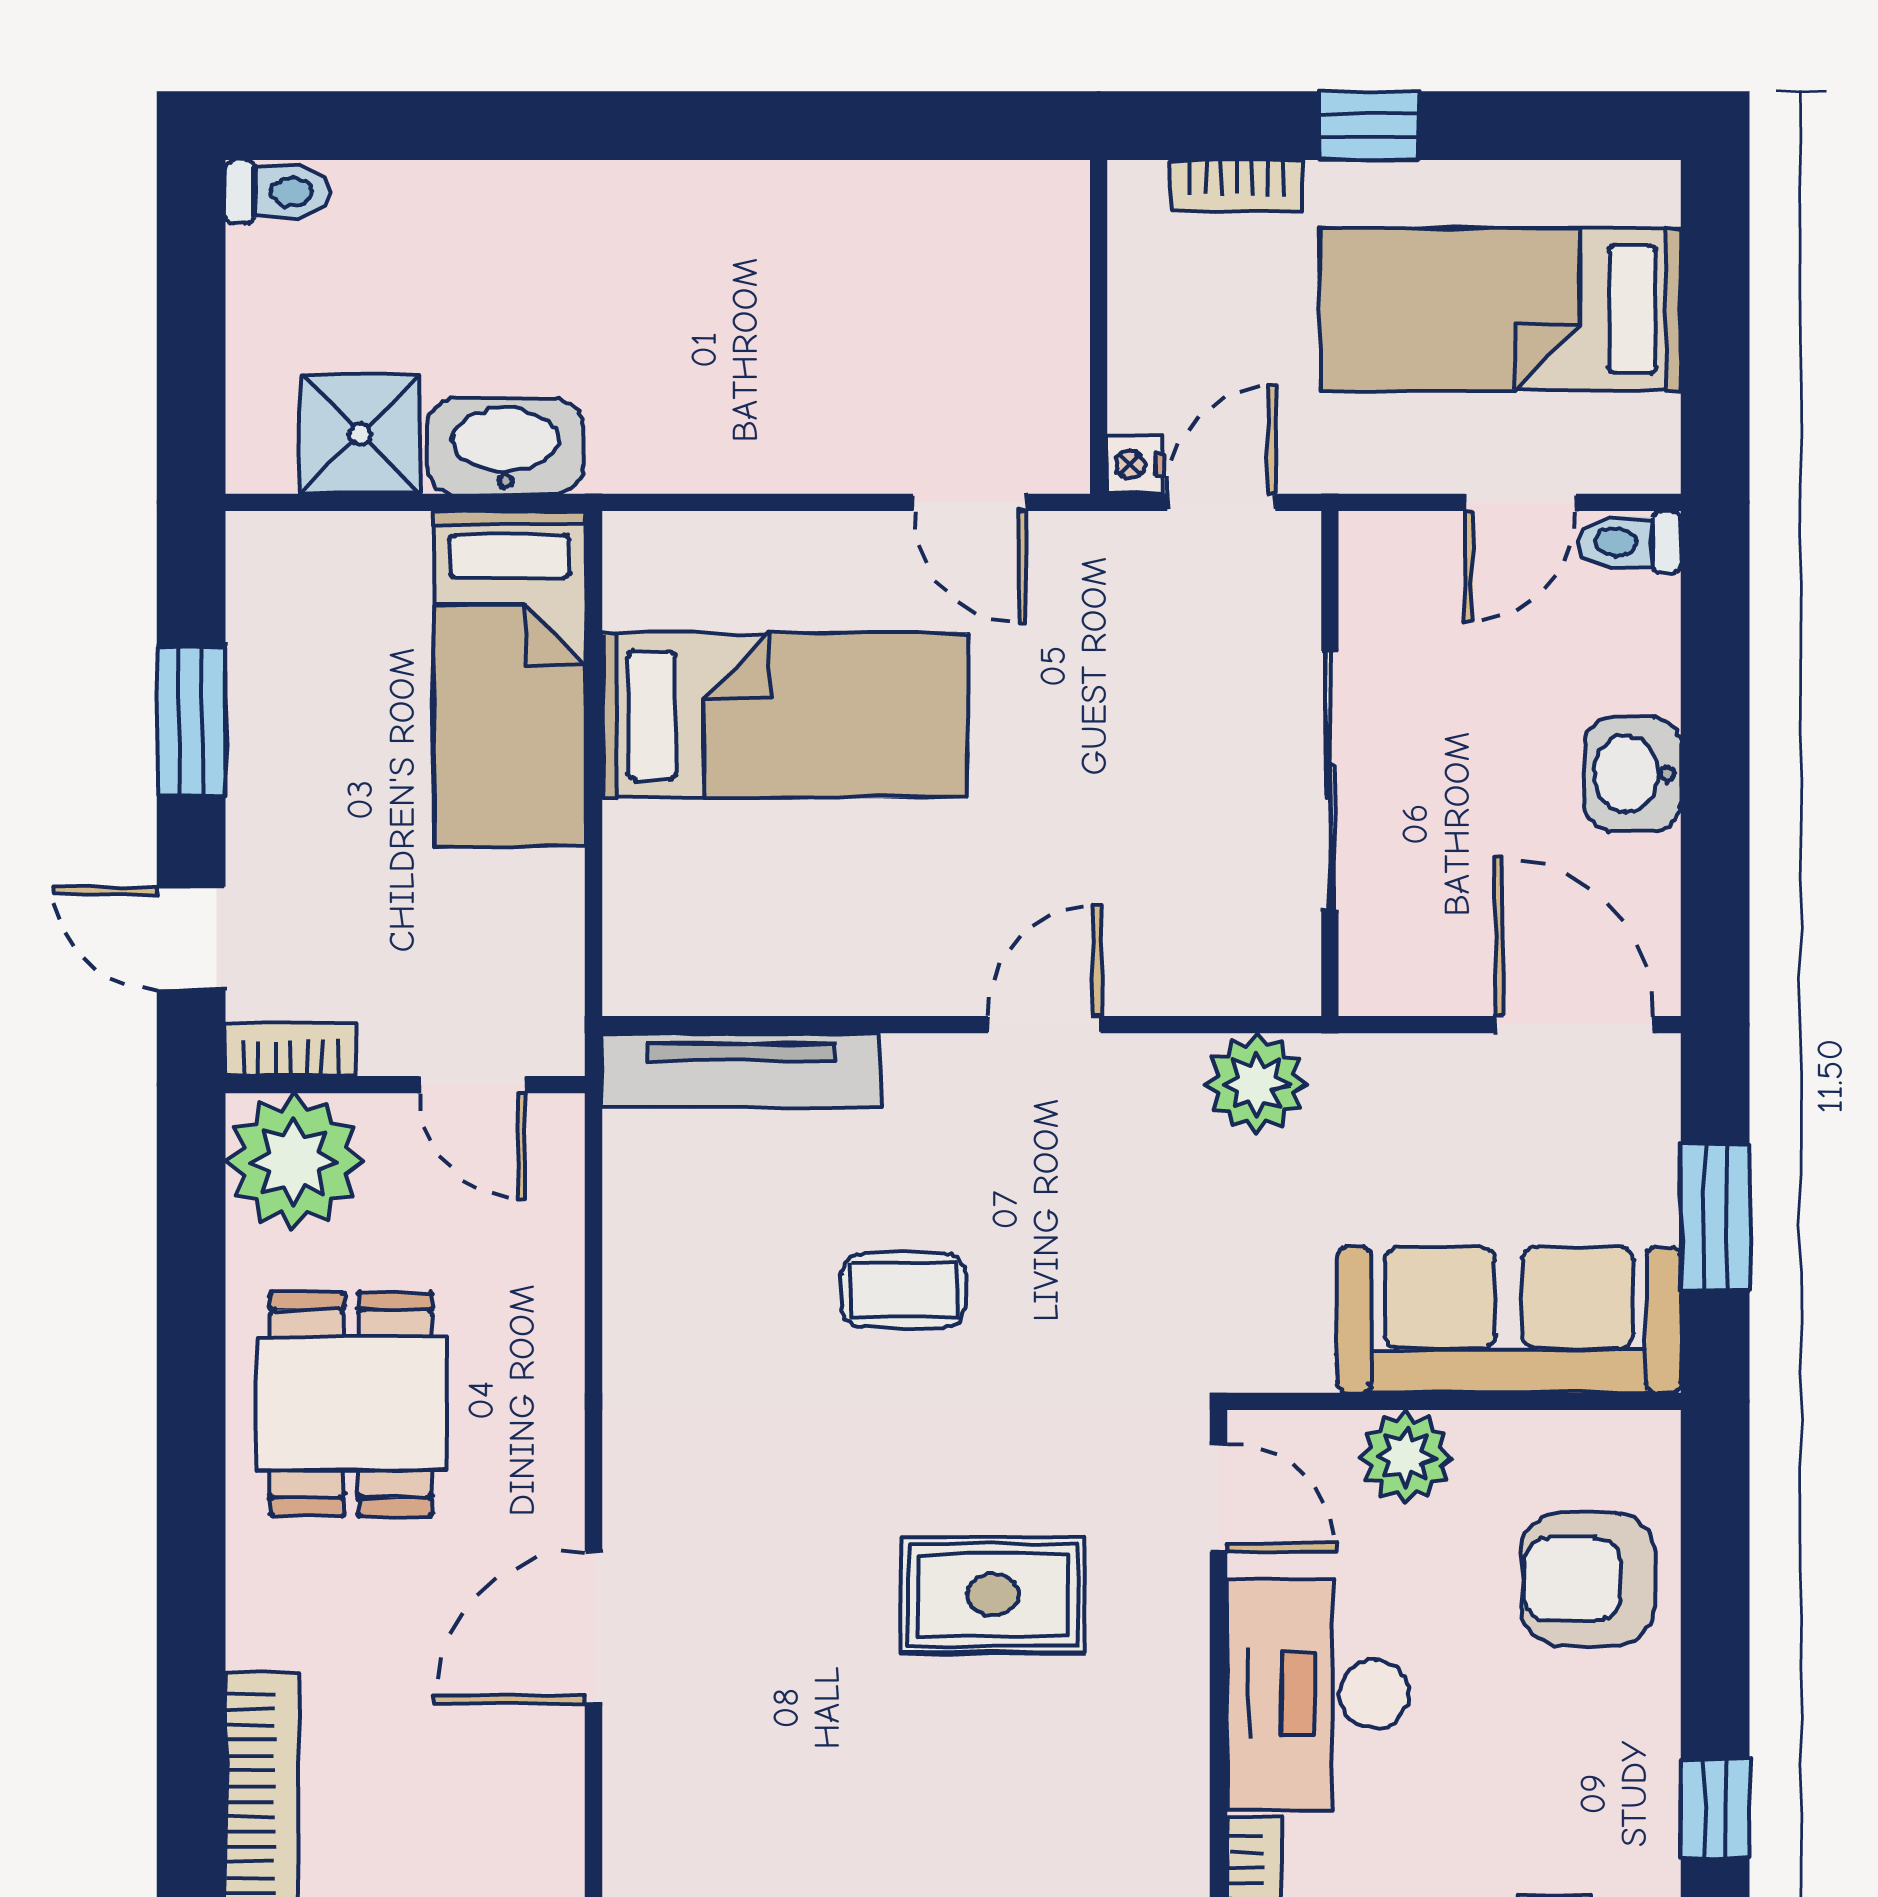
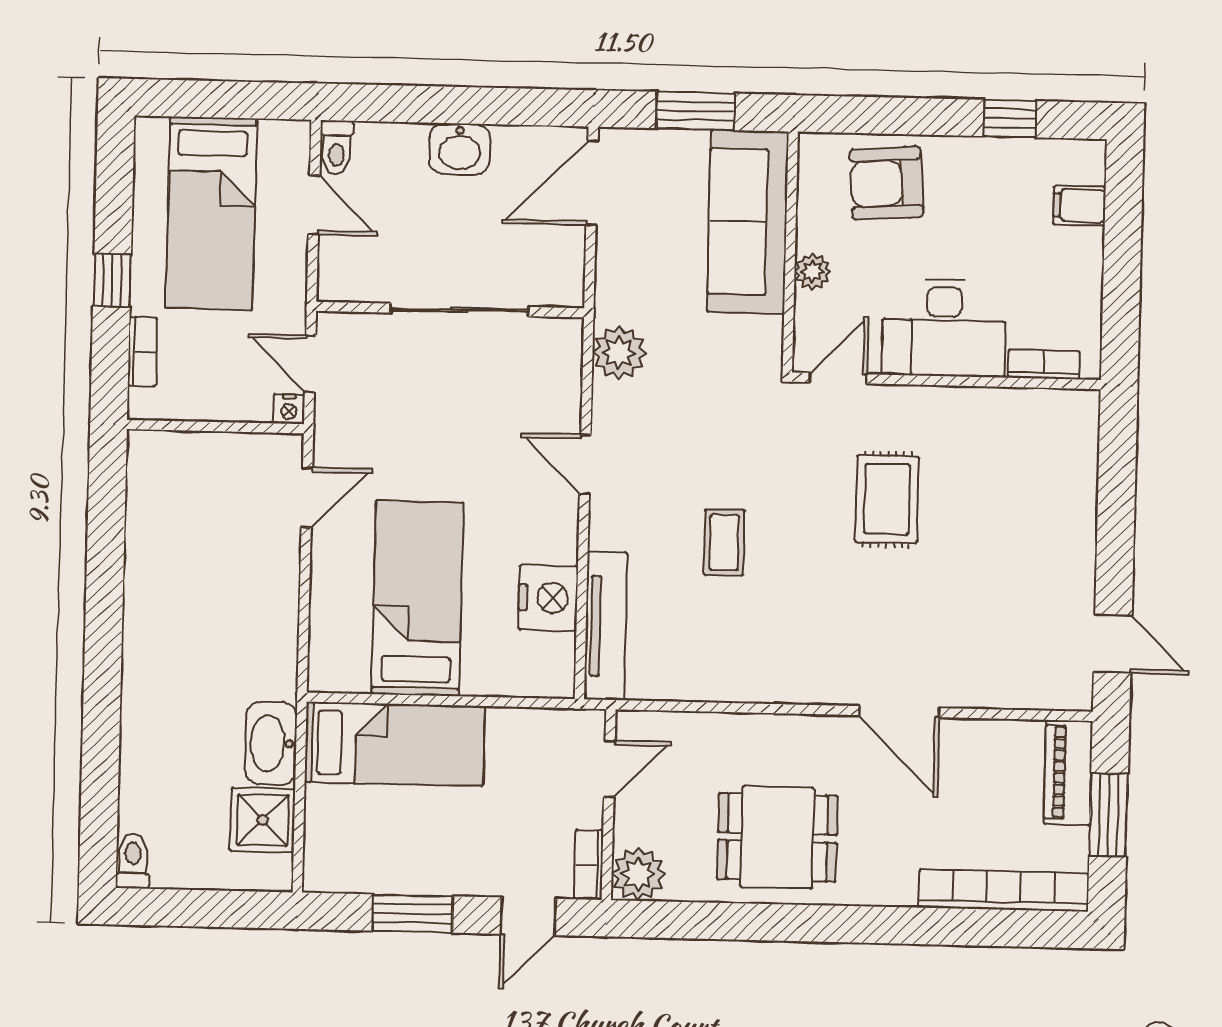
nightstand: (792, 961) -> (548, 598), added
plant: (294, 1162) -> (638, 874), width x0.73, depth x0.73
plant: (1406, 1457) -> (812, 271), width x0.73, depth x0.73
armchair: (1588, 1579) -> (886, 183), turned 86

